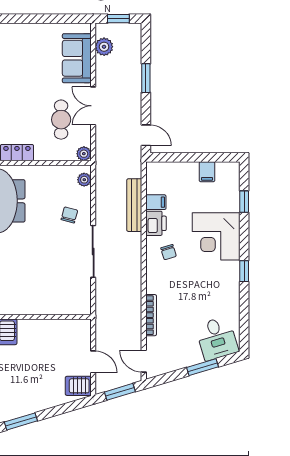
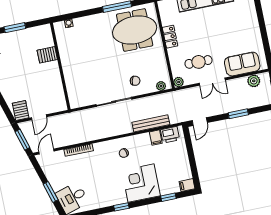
double door: (93, 106) -> (212, 82), swing flipped
filing cabinet: (207, 172) -> (187, 185), moved
printer: (156, 223) -> (170, 135), moved

